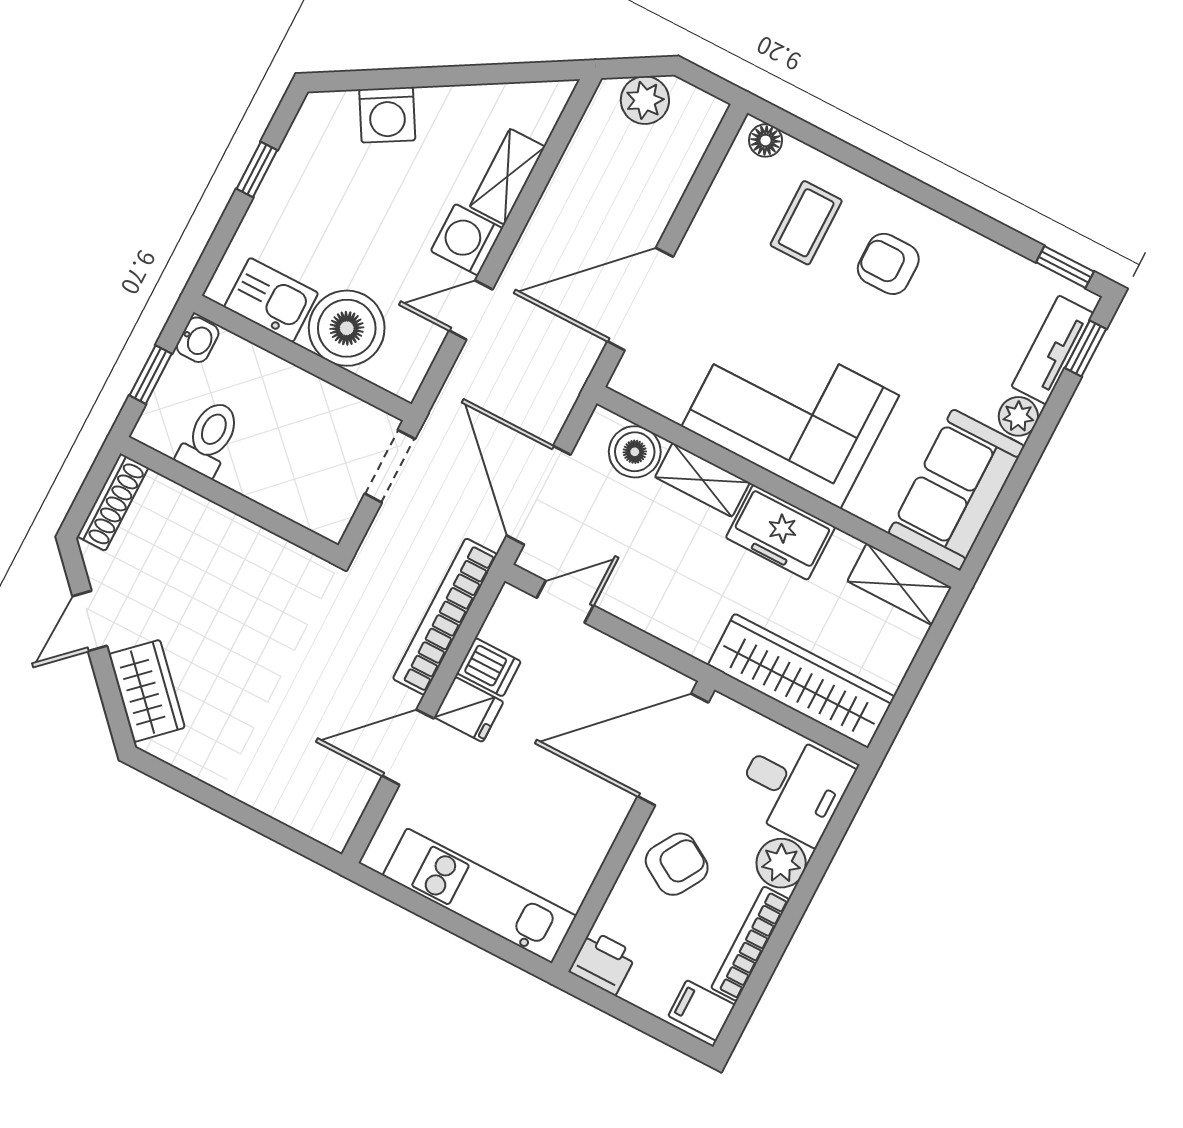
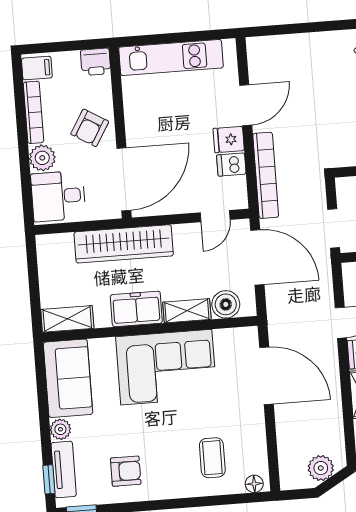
armchair: (888, 264) -> (126, 471), moved
door: (640, 299) -> (267, 376), hinge flipped
wardrobe: (801, 681) -> (124, 244), moved

